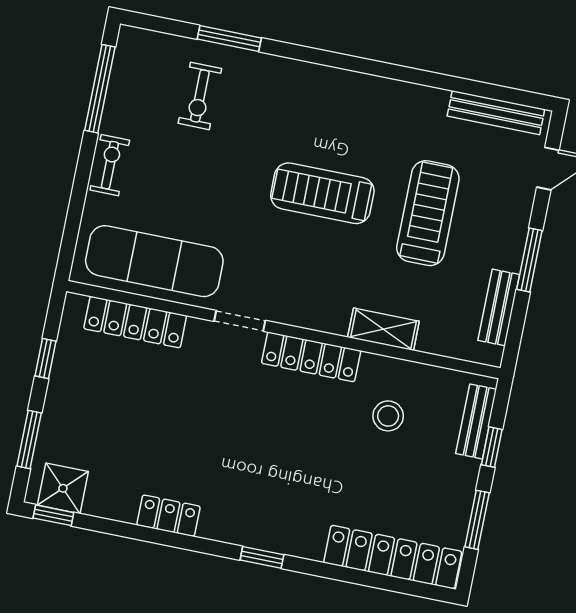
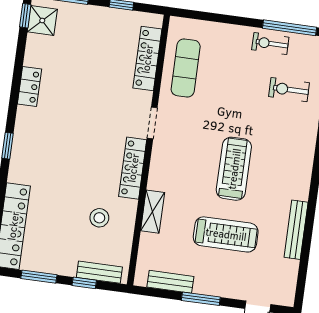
bench: (496, 113) -> (296, 230), moved
exercise bike: (110, 165) -> (270, 44), moved, turned 180
exercise mat: (154, 261) -> (186, 68), width x0.73, depth x0.69

